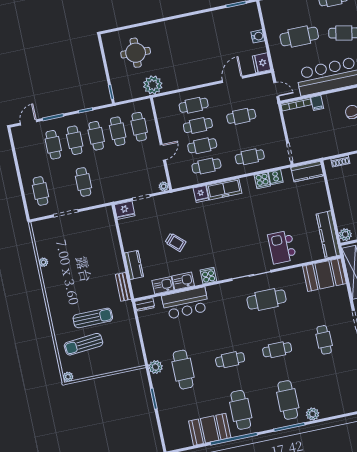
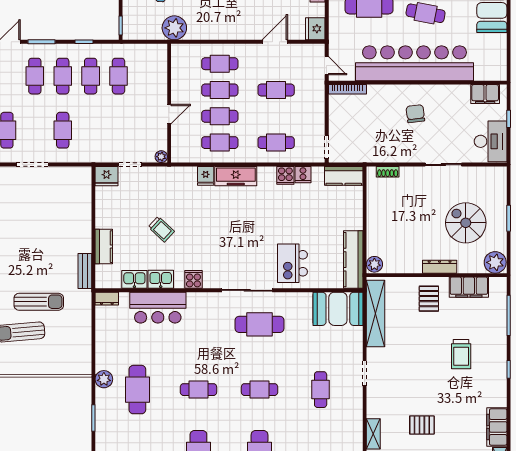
filing cabinet: (317, 103) -> (374, 93), removed
cafe table: (139, 127) -> (146, 76), removed

